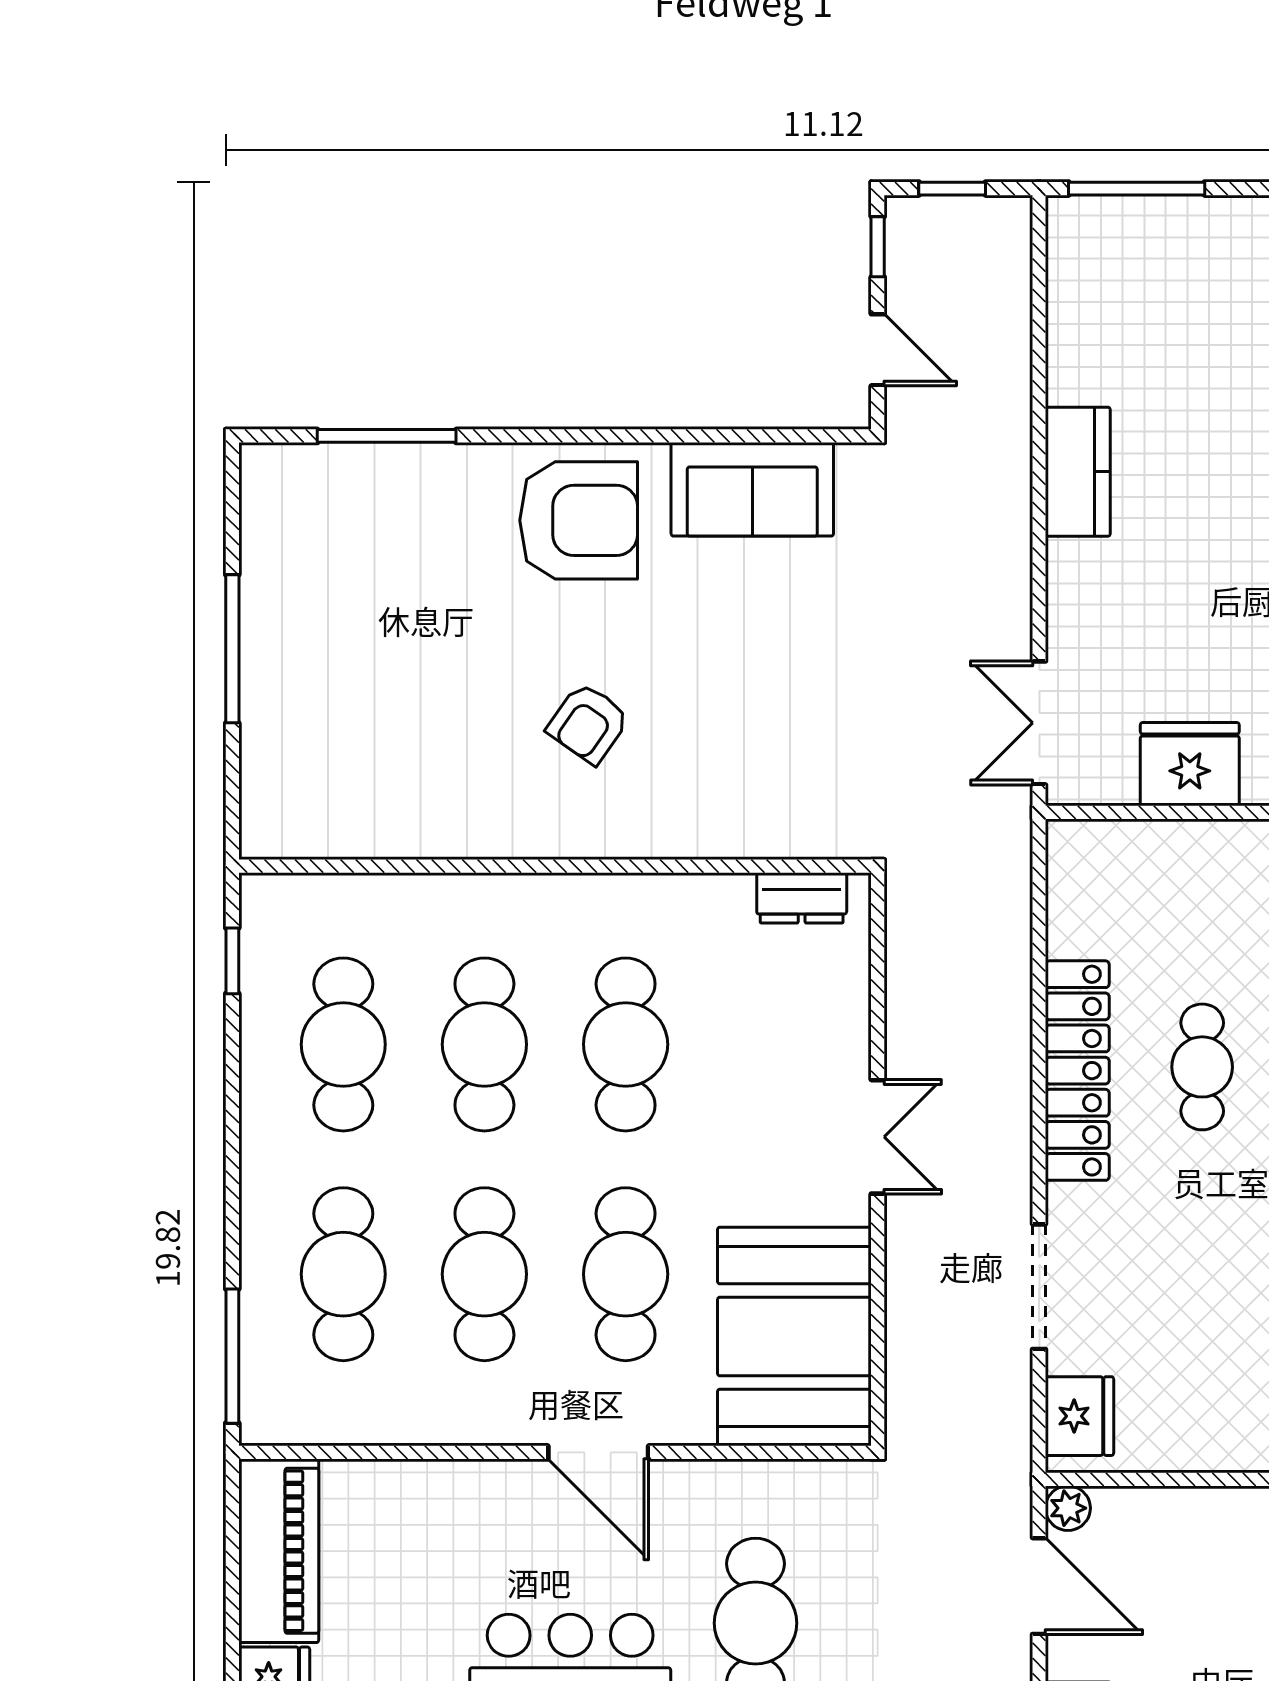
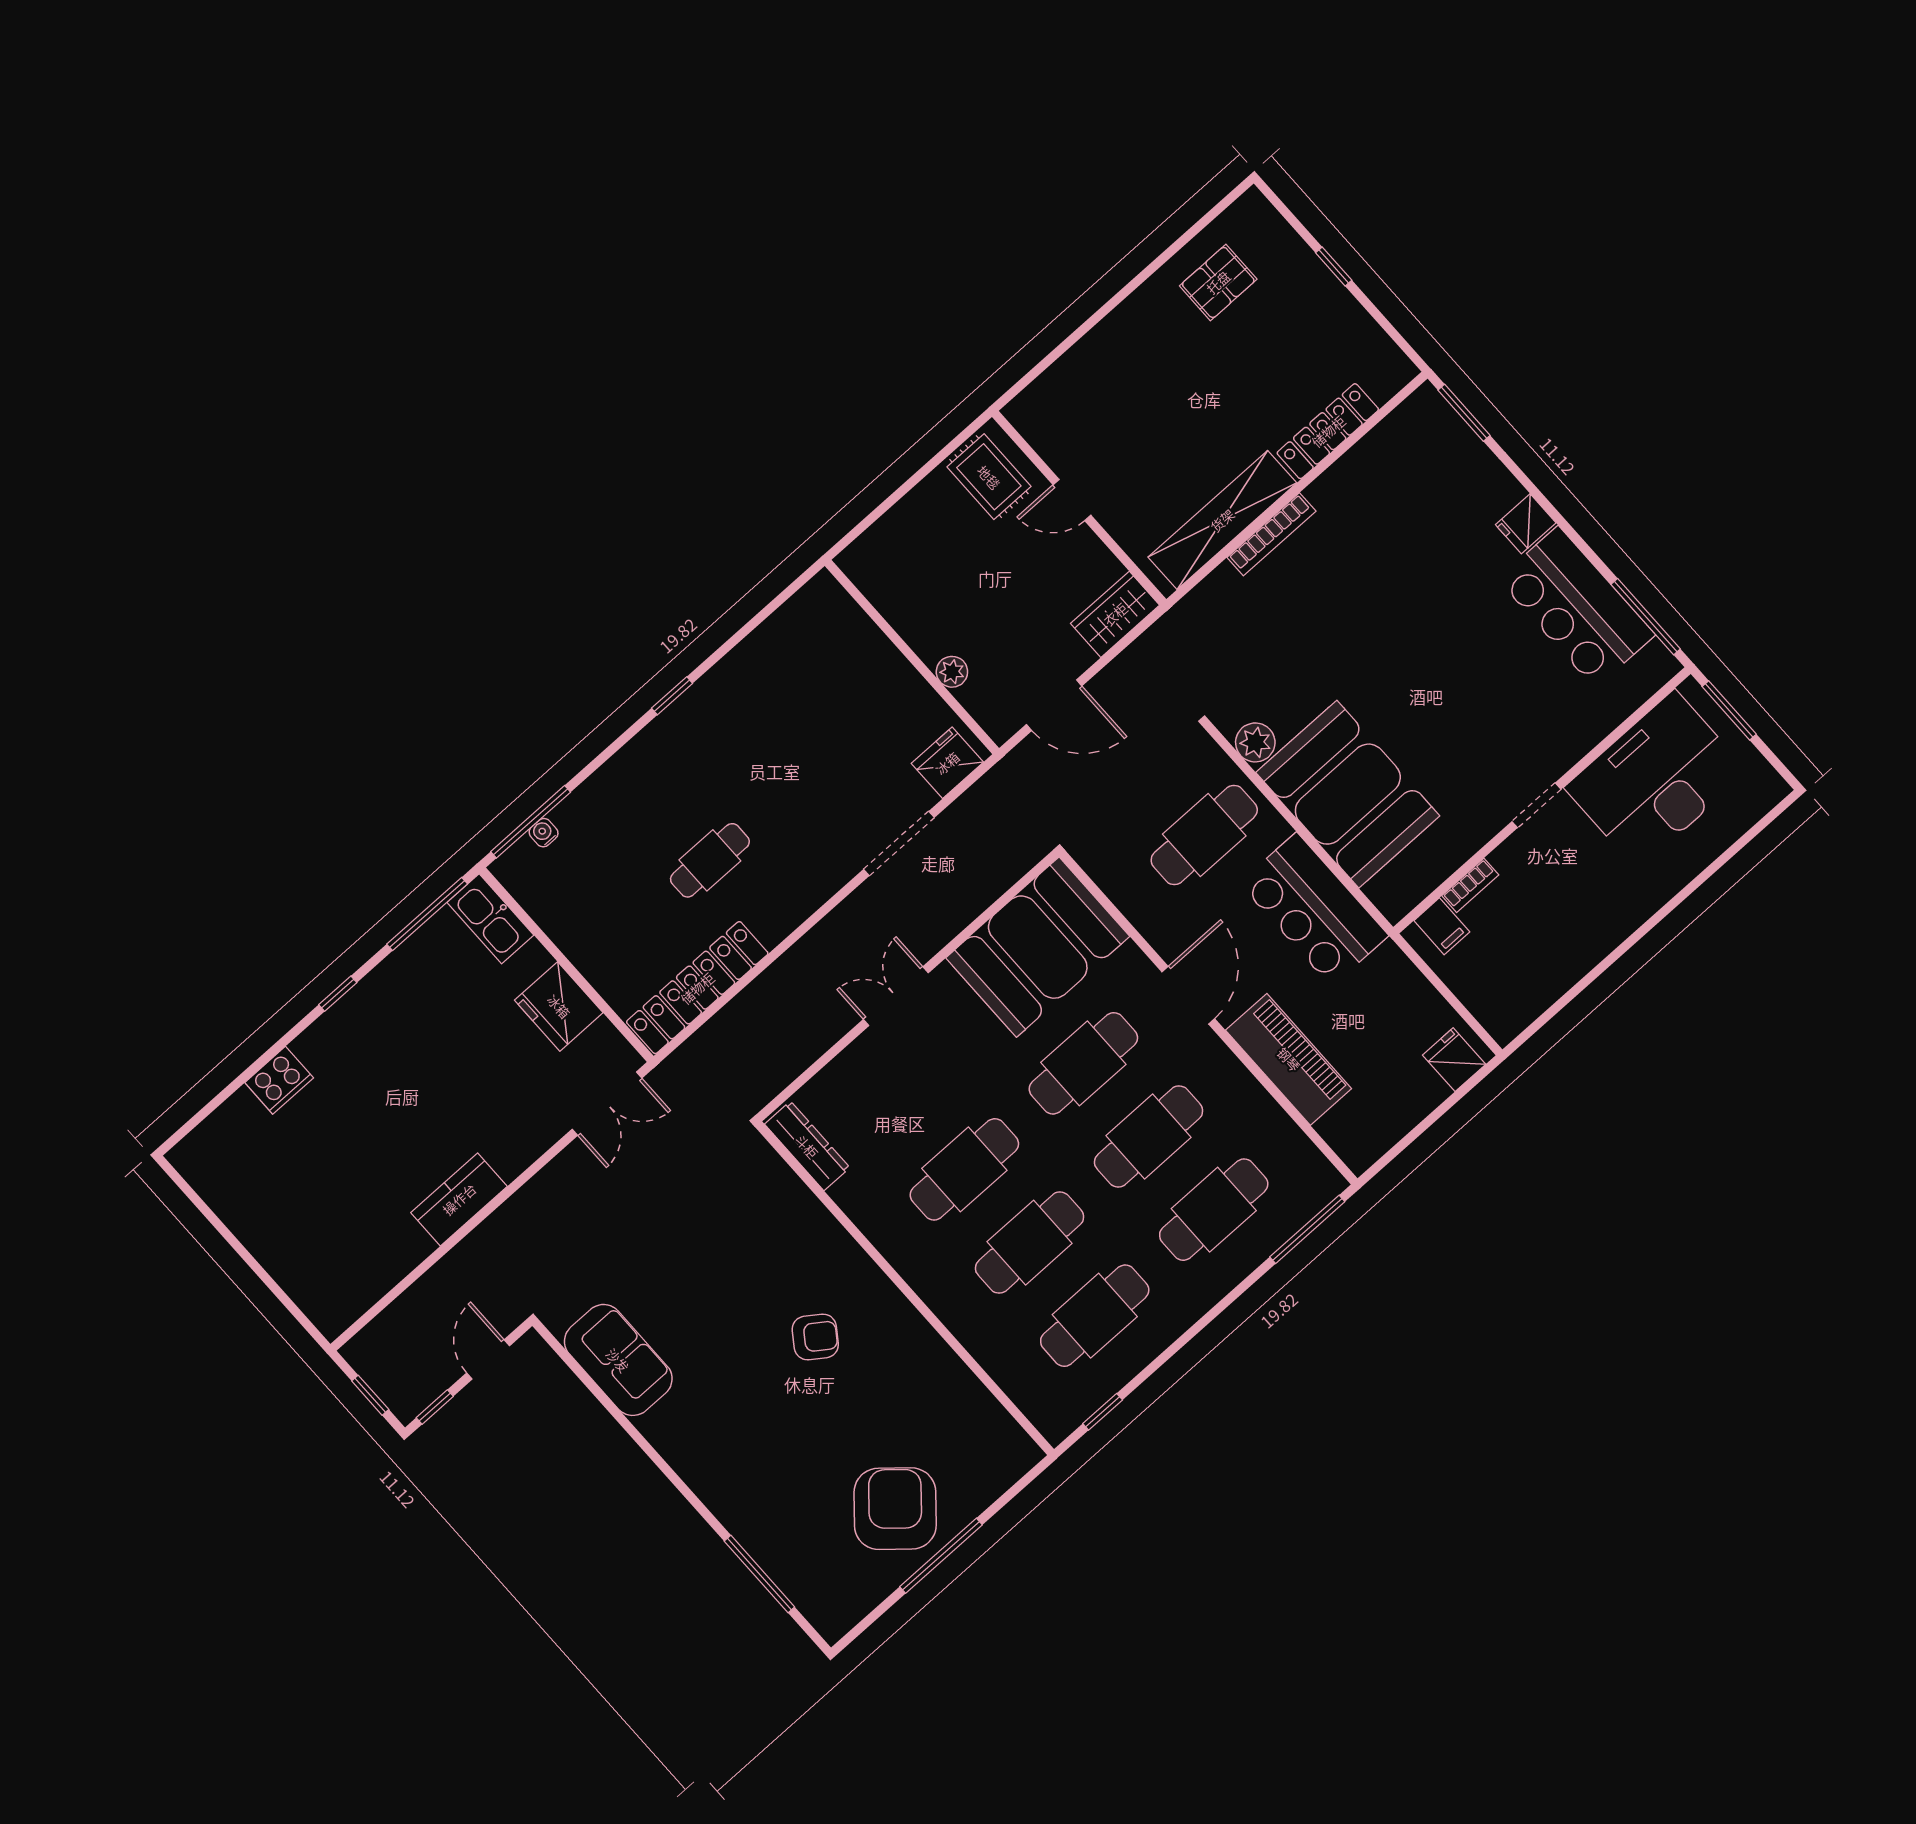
window: (1137, 189) -> (285, 1300), removed
armchair: (579, 520) -> (895, 1509), moved, turned 41
dresser: (802, 898) -> (807, 1146), width x1.44
locker: (1077, 1071) -> (697, 988), moved
plant: (1068, 1508) -> (952, 672), moved
piano: (279, 1551) -> (1289, 1059), moved, turned 90
door: (1039, 1586) -> (1054, 705), swing flipped

